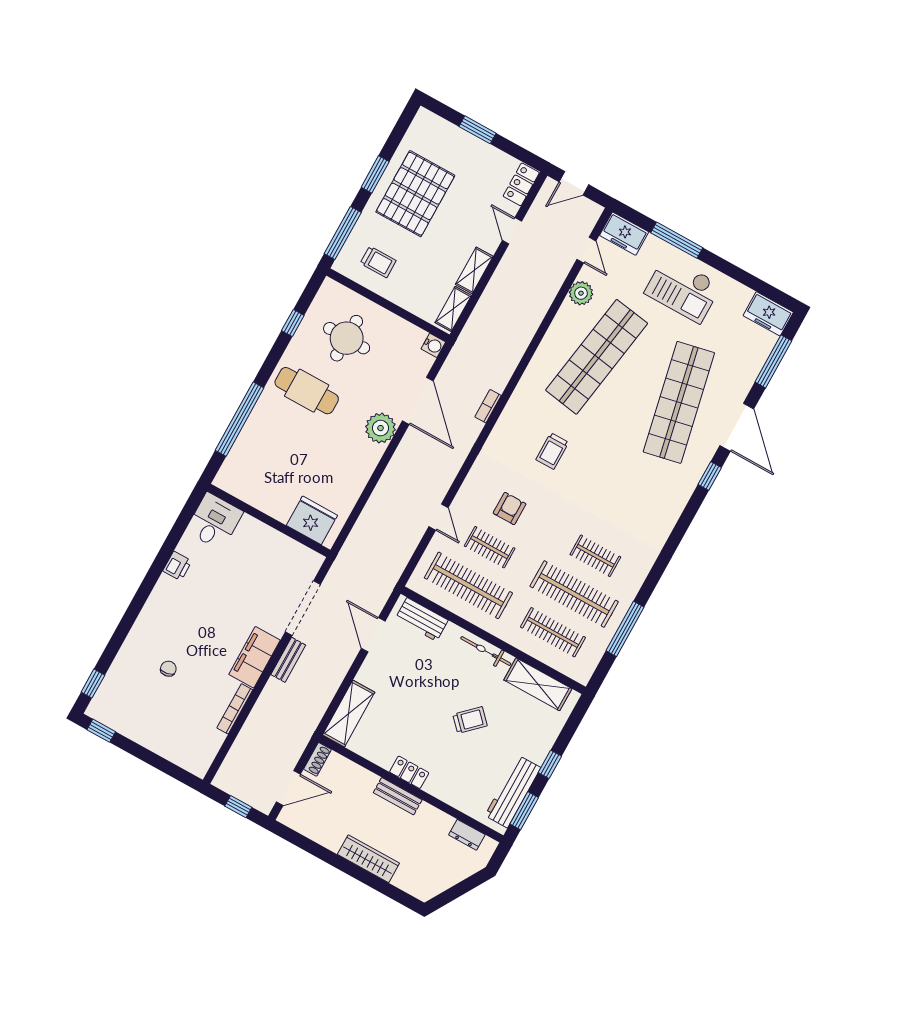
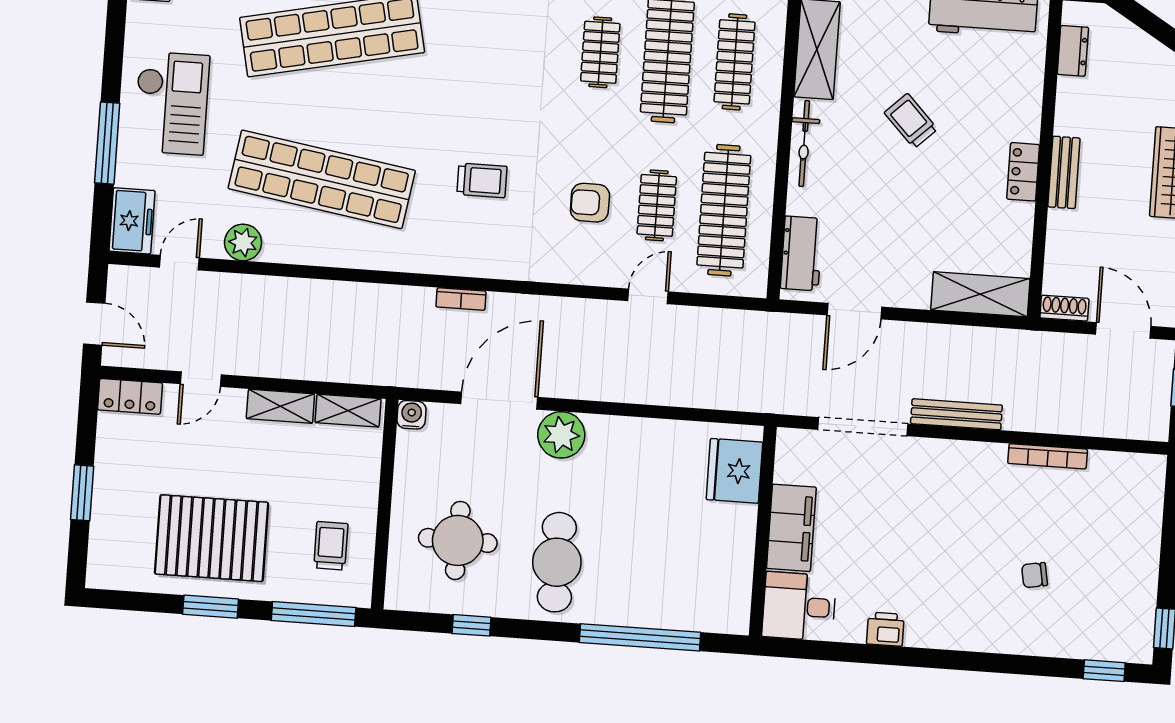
filing cabinet: (254, 657) -> (791, 528), moved, turned -90
bench: (288, 660) -> (956, 414), width x1.36

